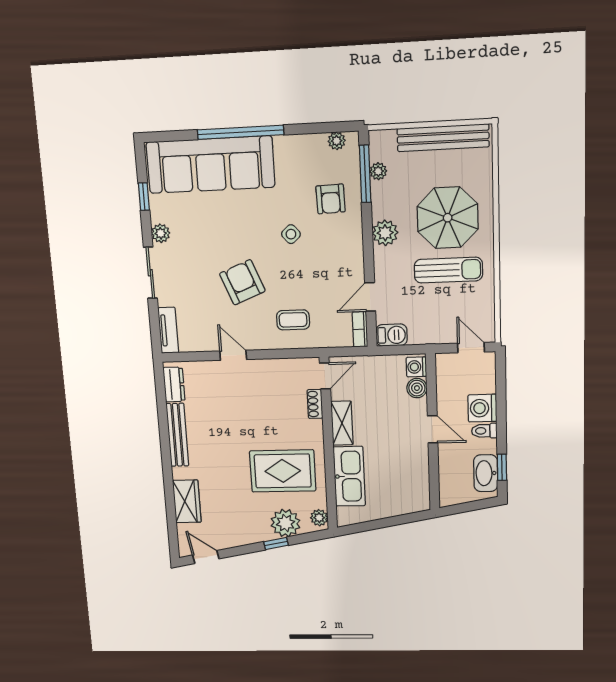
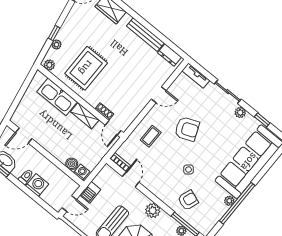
window: (241, 132) -> (237, 203), moved
plant: (337, 141) -> (229, 201), moved
armchair: (331, 199) -> (188, 200), turned 112
barbecue: (392, 335) -> (90, 192), moved
door: (433, 429) -> (24, 136), moved
plant: (285, 523) -> (56, 45), width x0.53, depth x0.53

